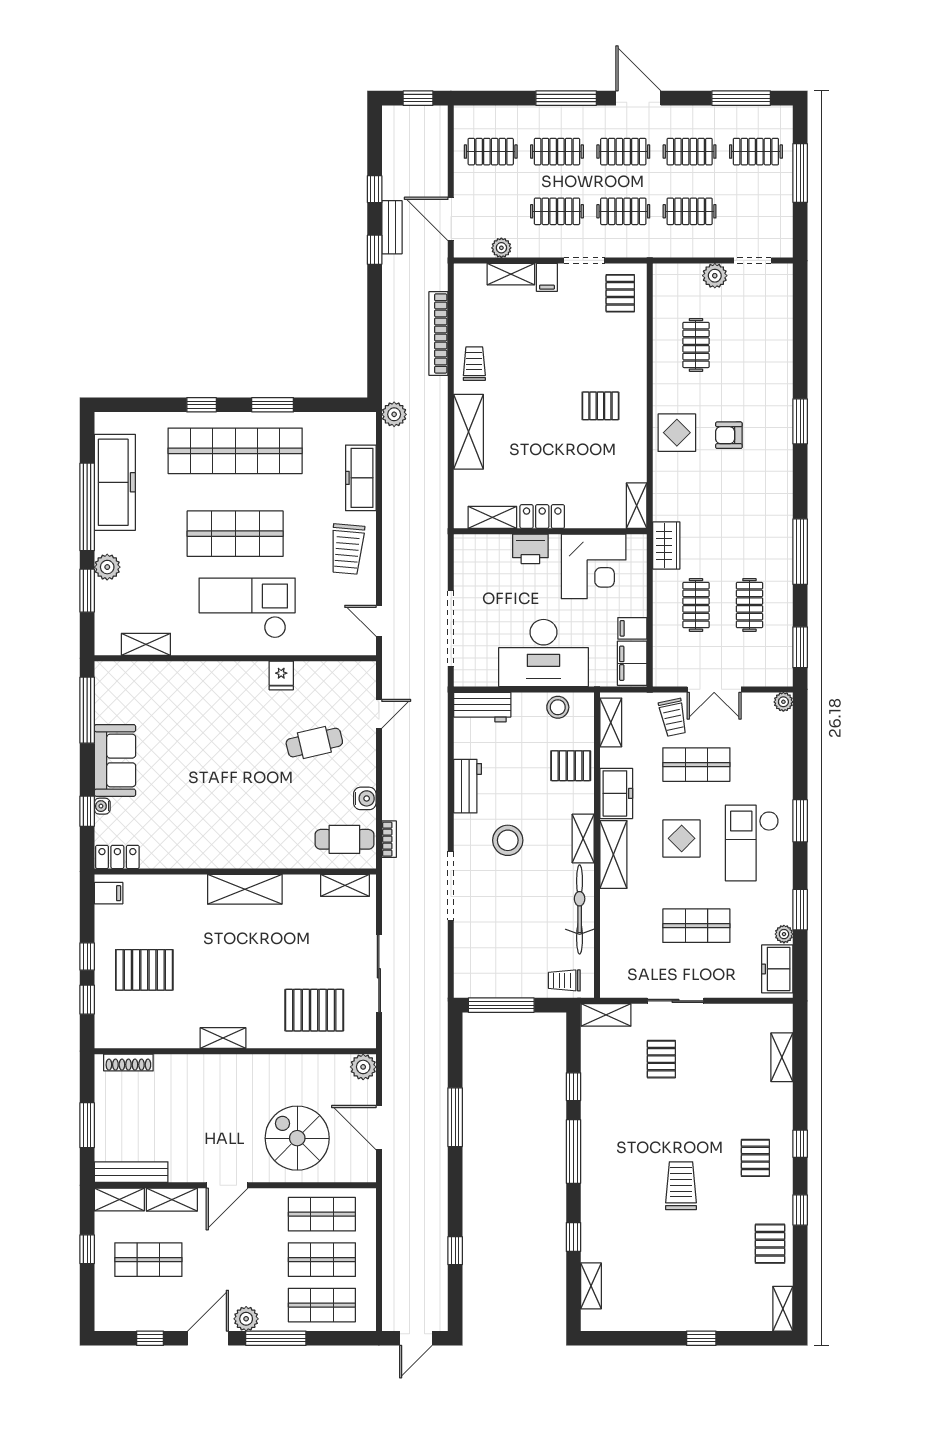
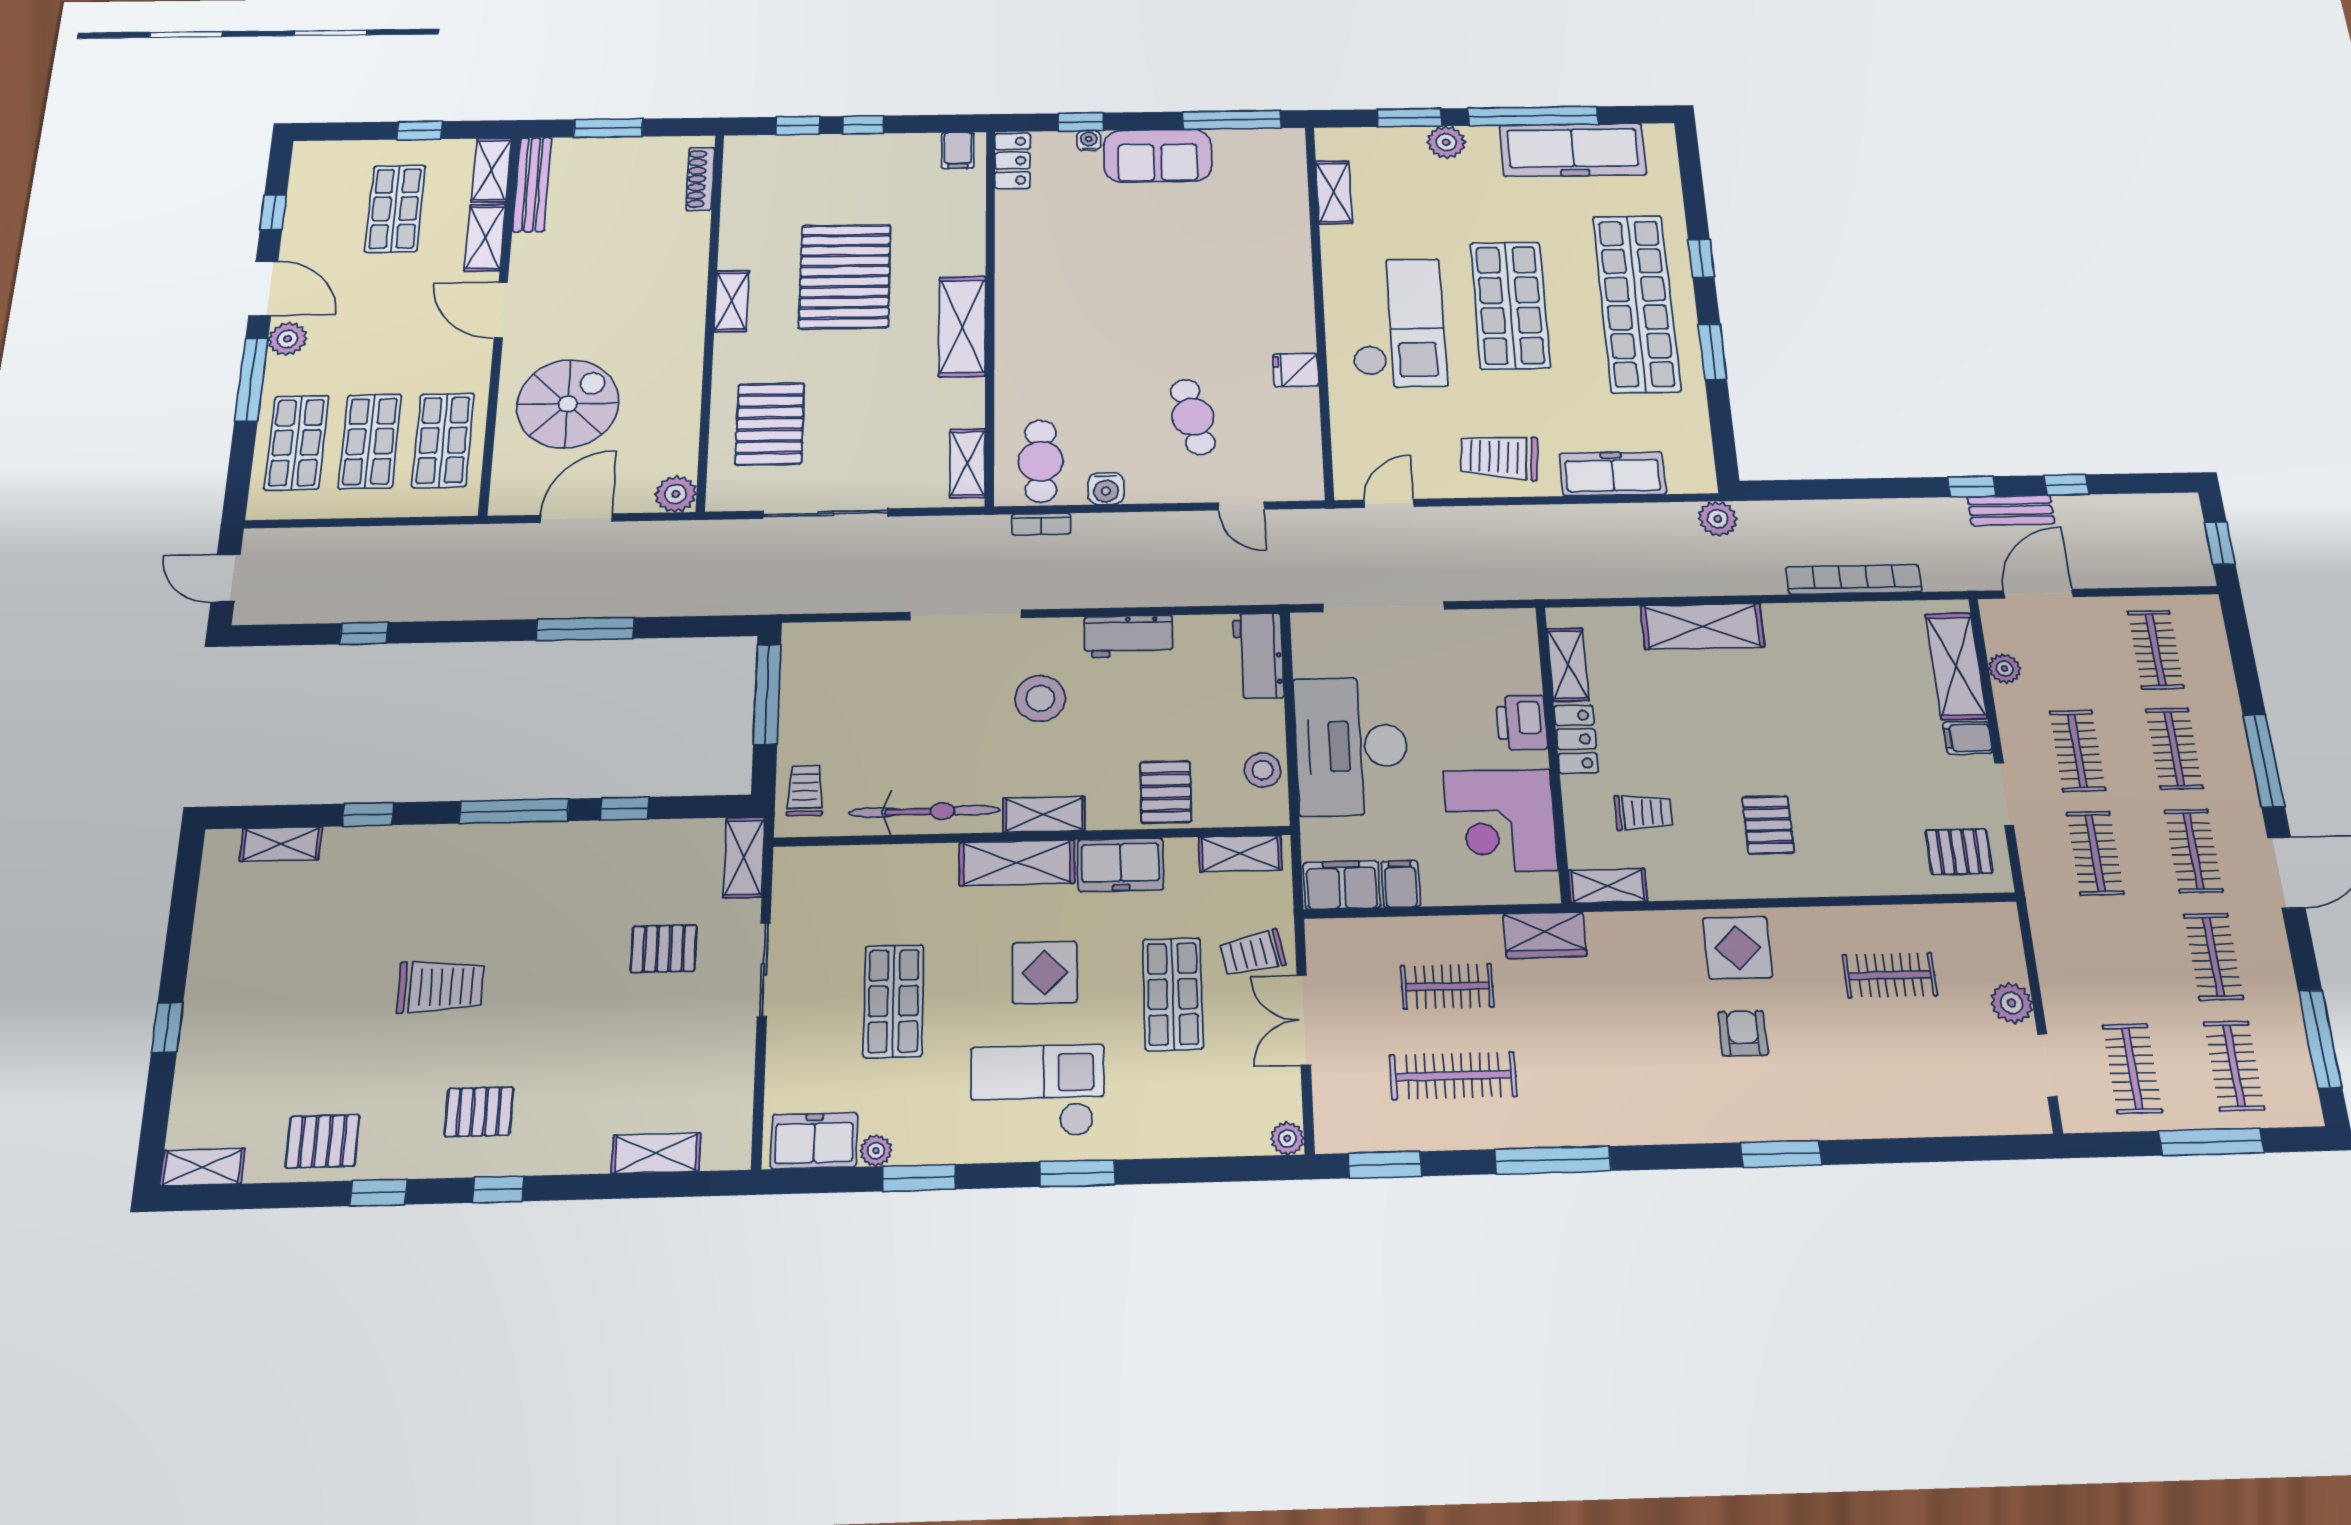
clothes rail: (690, 211) -> (2132, 1069), moved
shelving: (511, 274) -> (1956, 666), width x1.50, depth x1.33
trolley: (474, 364) -> (1643, 813), moved
clothes rail: (749, 605) -> (1453, 1076), width x1.36
pallet: (144, 970) -> (845, 276), moved, width x1.37, depth x1.41

